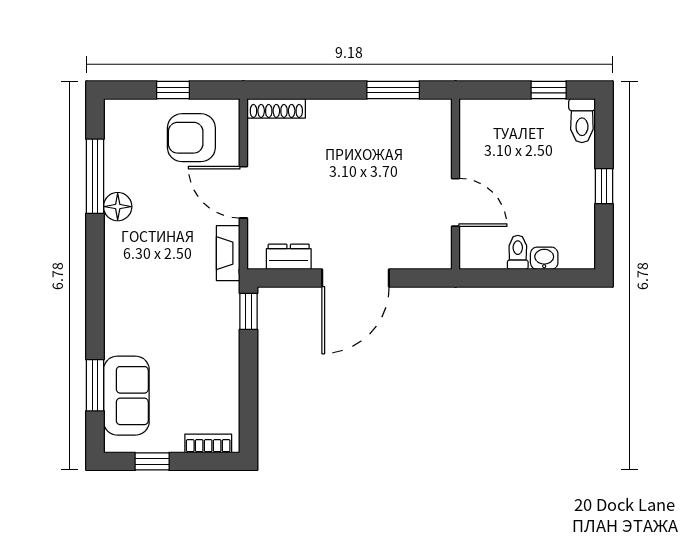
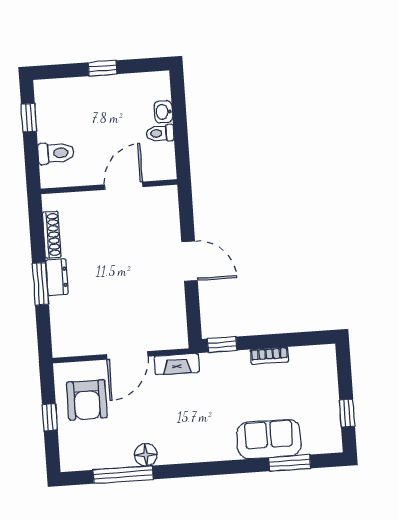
window: (393, 90) -> (40, 284), moved
shoe rack: (276, 108) -> (52, 235), moved
toilet: (582, 121) -> (56, 153), moved
dresser: (289, 257) -> (57, 277), moved, turned 180
door: (356, 278) -> (190, 261), width x0.73
sofa: (126, 396) -> (269, 439), moved
bookcase: (208, 443) -> (269, 356), moved, turned -90

